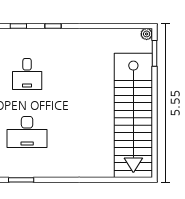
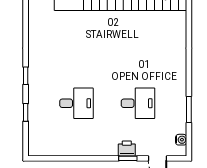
desk: (27, 132) -> (138, 103), width x0.73

